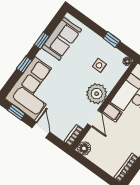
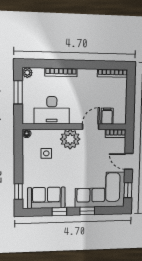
window: (112, 40) -> (18, 192), moved
filing cabinet: (112, 112) -> (107, 116), moved
door: (41, 130) -> (129, 161), hinge flipped
floor lamp: (84, 148) -> (120, 118), removed

